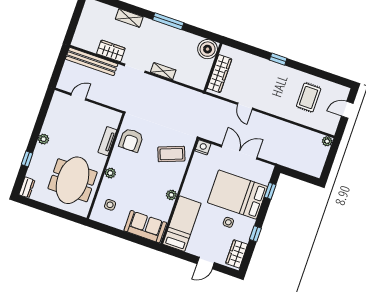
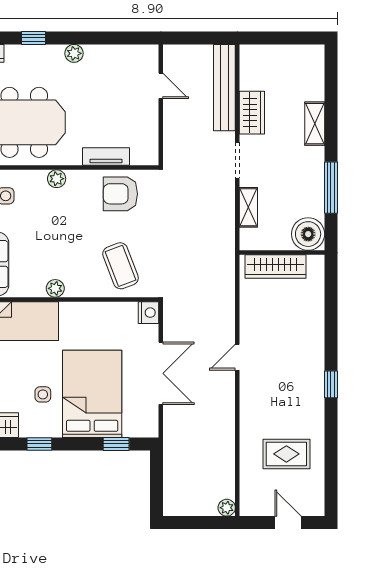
boiler: (208, 49) -> (308, 234), moved
wall: (213, 67) -> (282, 253), moved
wardrobe: (219, 74) -> (276, 267), moved

